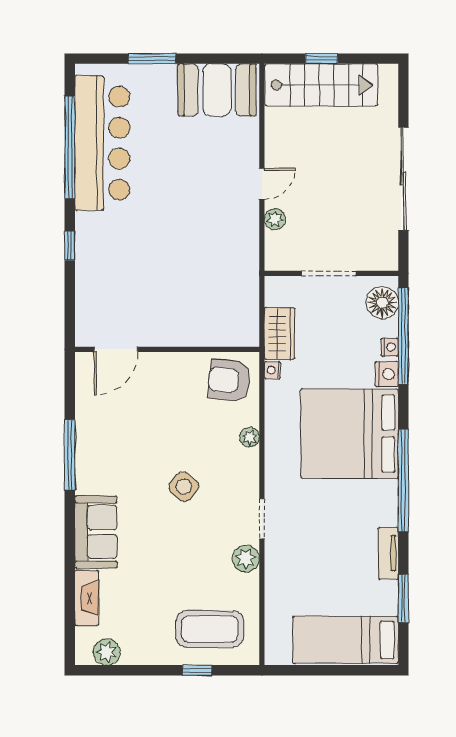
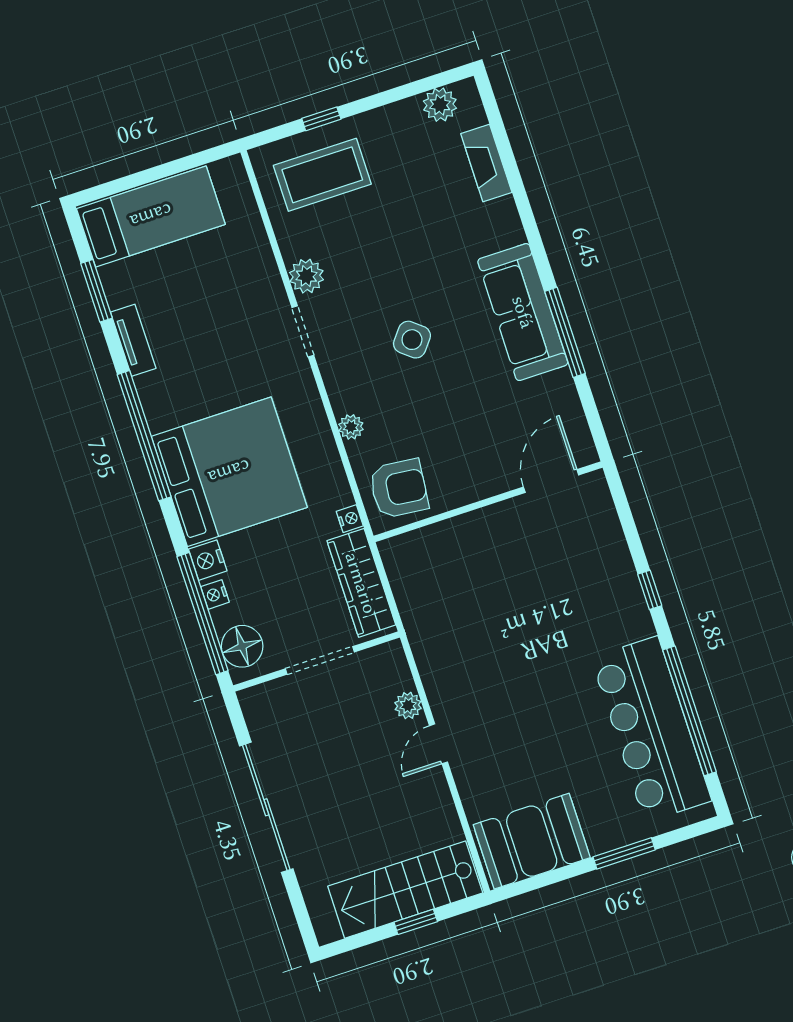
wardrobe: (280, 333) -> (361, 583), width x1.50
sofa: (96, 532) -> (523, 312), moved, width x1.36

